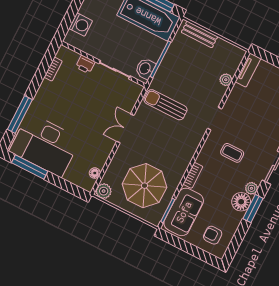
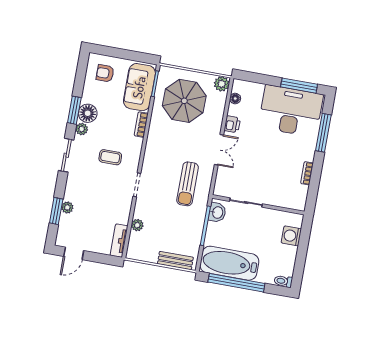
printer: (85, 64) -> (232, 124), moved, turned 90
bookcase: (53, 69) -> (307, 173), moved
sun lounger: (165, 105) -> (188, 184), turned 90
armchair: (213, 235) -> (105, 73), turned 180

